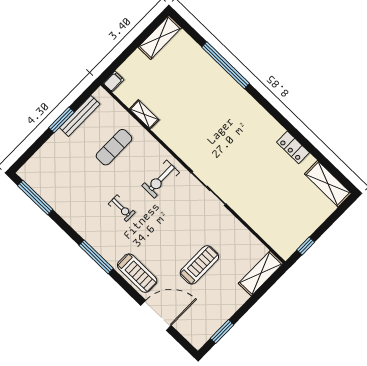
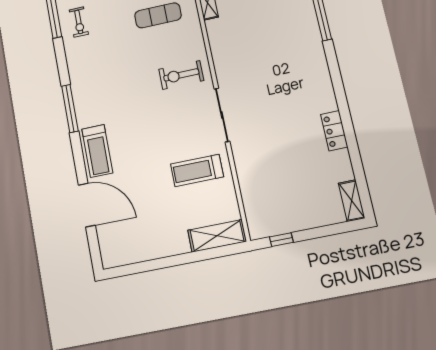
shelving: (328, 184) -> (352, 201), width x0.67, depth x0.75
exercise bike: (122, 208) -> (79, 22), moved
treadmill: (199, 265) -> (197, 170), moved, turned 180
window: (222, 332) -> (139, 267), removed

